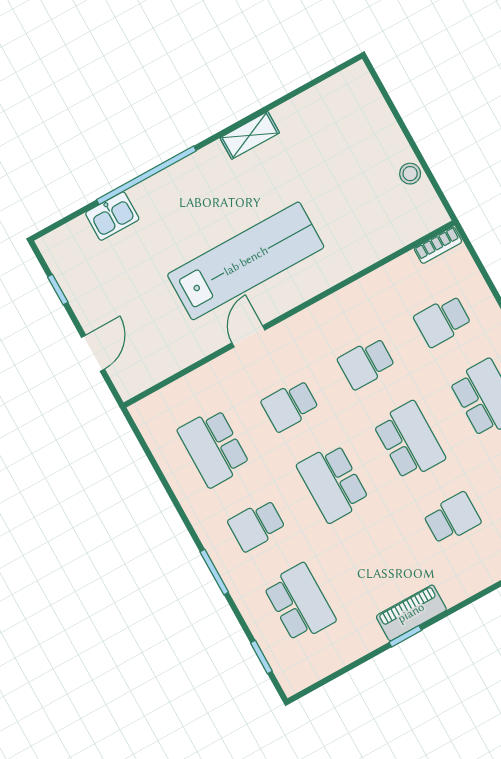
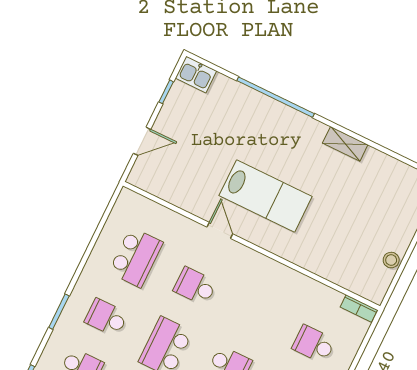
kitchen sink: (112, 216) -> (196, 74), moved
lab bench: (246, 261) -> (266, 196), width x0.73
door: (248, 336) -> (220, 230), hinge flipped
school desk: (366, 363) -> (254, 315), removed
school desk: (214, 448) -> (136, 257), turned 180

